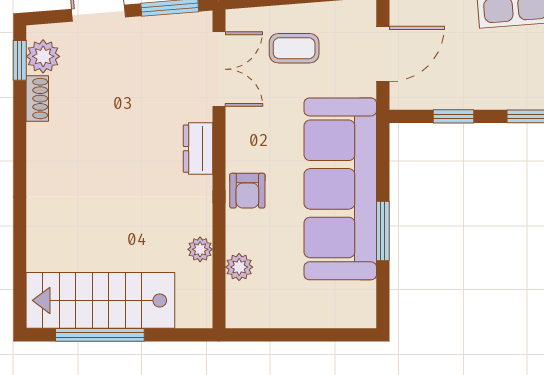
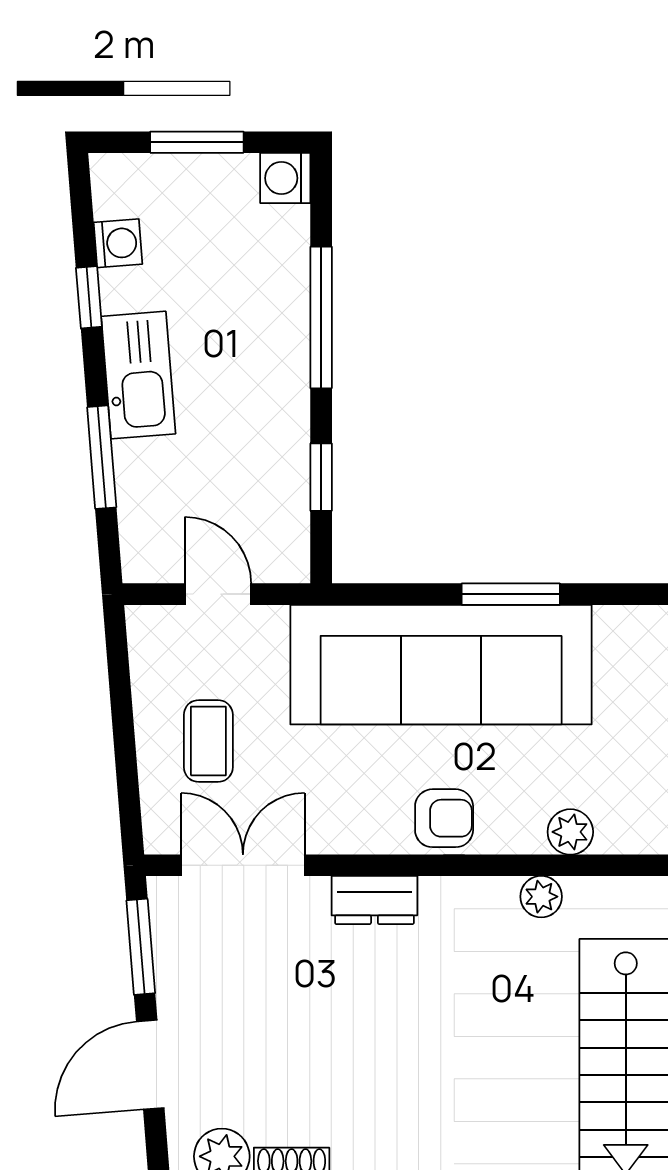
door: (383, 54) -> (218, 594), width x0.73

